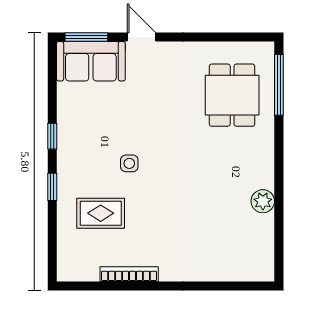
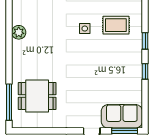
dining table: (232, 95) -> (37, 96), turned 90
side table: (129, 163) -> (85, 29), moved

